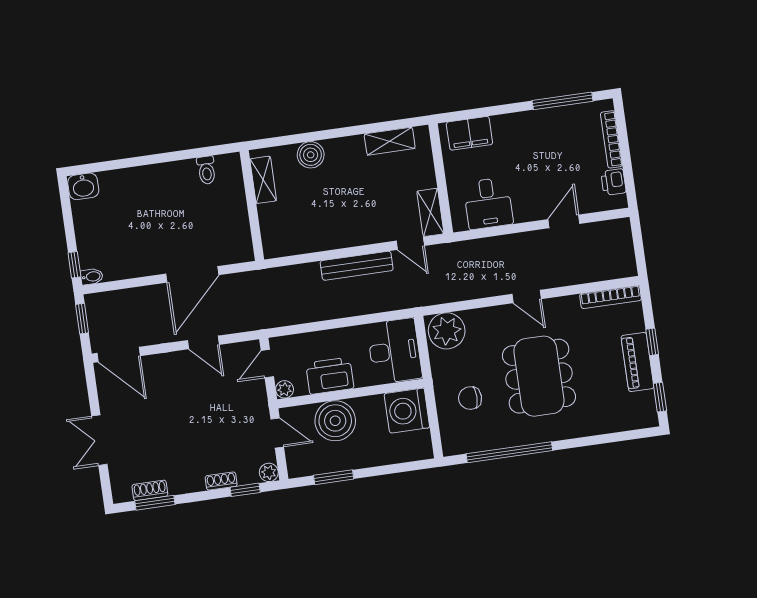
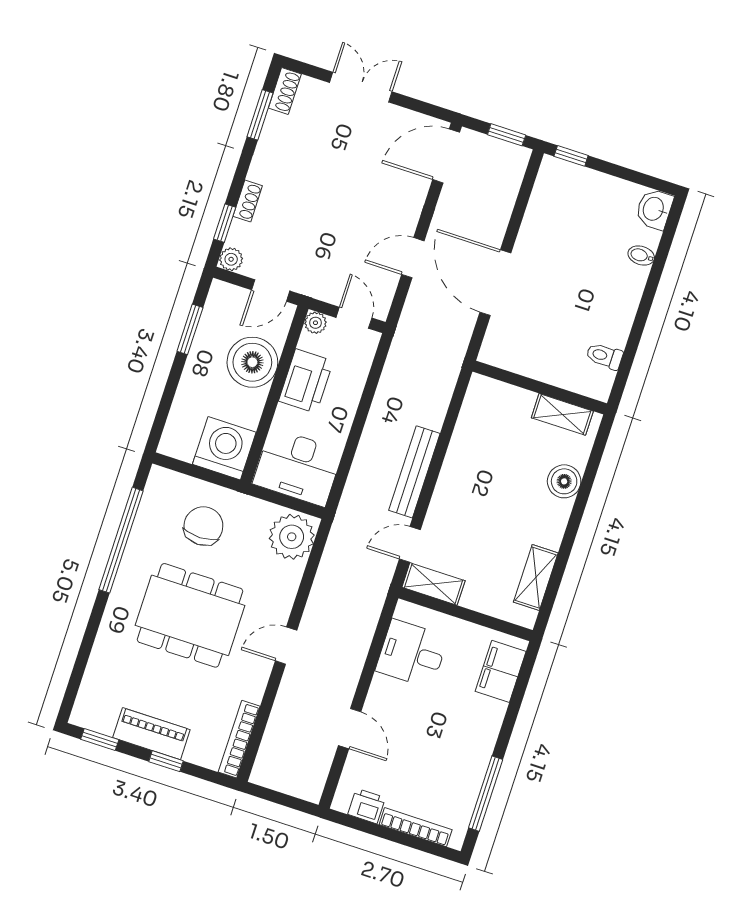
bidet: (92, 277) -> (641, 256), moved, turned 90
chair: (470, 398) -> (203, 526), width x1.37, depth x1.37
shoe rack: (150, 490) -> (285, 91), moved

